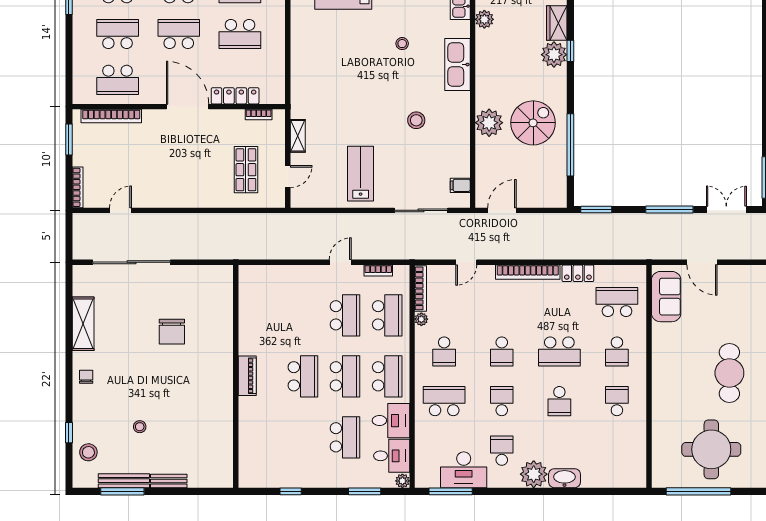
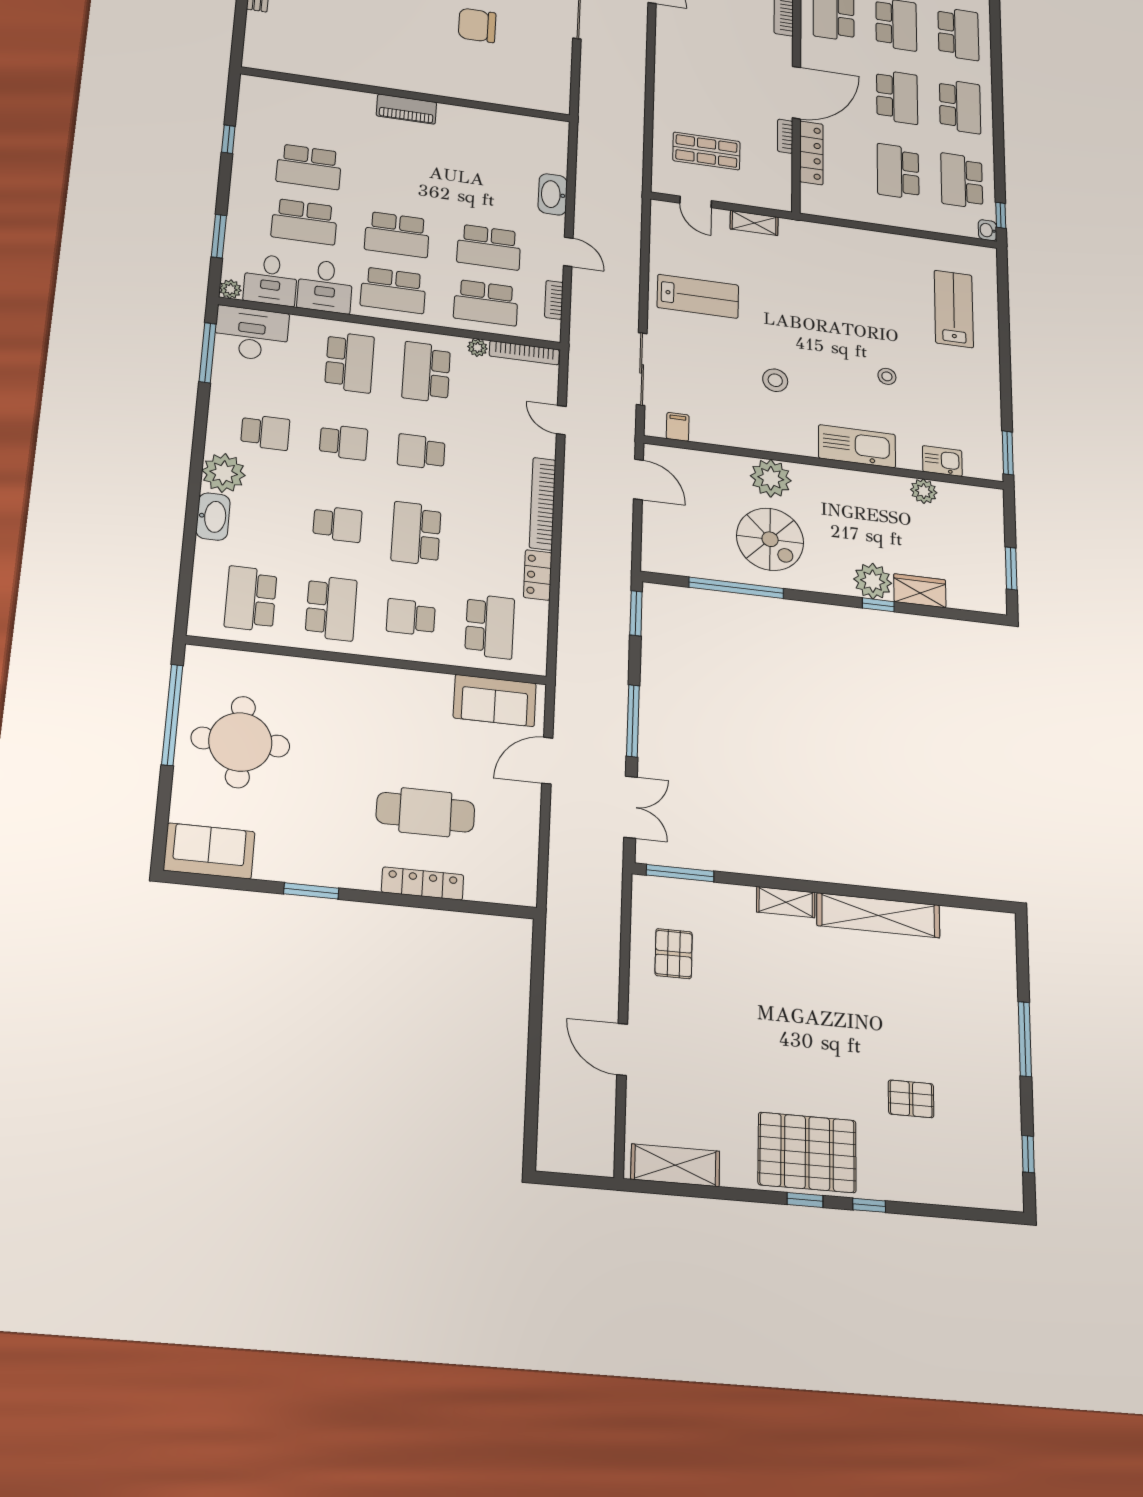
bookcase: (259, 115) -> (785, 136), moved
washbasin: (298, 274) -> (553, 194), added
school desk: (444, 352) -> (426, 372), width x1.85
cafe table: (729, 373) -> (425, 812), moved
school desk: (303, 376) -> (309, 167), moved
school desk: (559, 401) -> (337, 524), turned 180
school desk: (617, 401) -> (331, 608), width x1.85
school desk: (617, 451) -> (251, 599), added
desk: (464, 470) -> (251, 334), moved, turned 90

